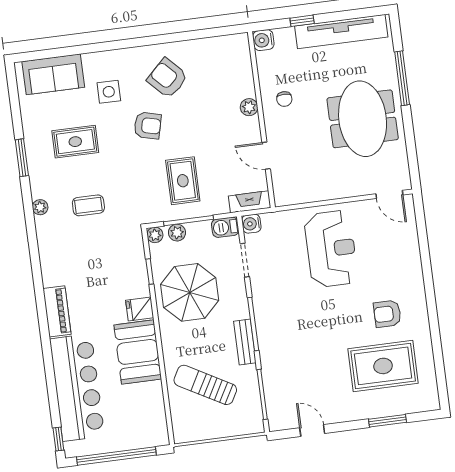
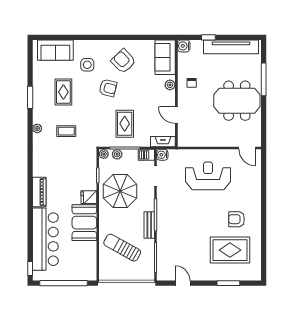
sofa: (235, 63) -> (165, 57), added
meeting table: (363, 119) -> (237, 101), turned 90
rug: (75, 142) -> (63, 92), turned 90
reception desk: (331, 249) -> (208, 176), turned -90

